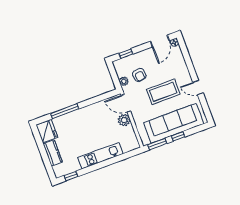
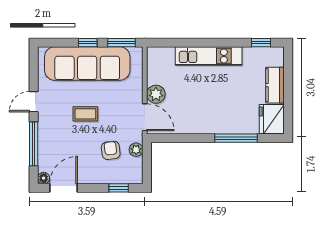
window: (188, 61) -> (34, 144), added
door: (198, 88) -> (34, 102), swing flipped
coffee table: (163, 92) -> (85, 114), width x0.54, depth x0.58

